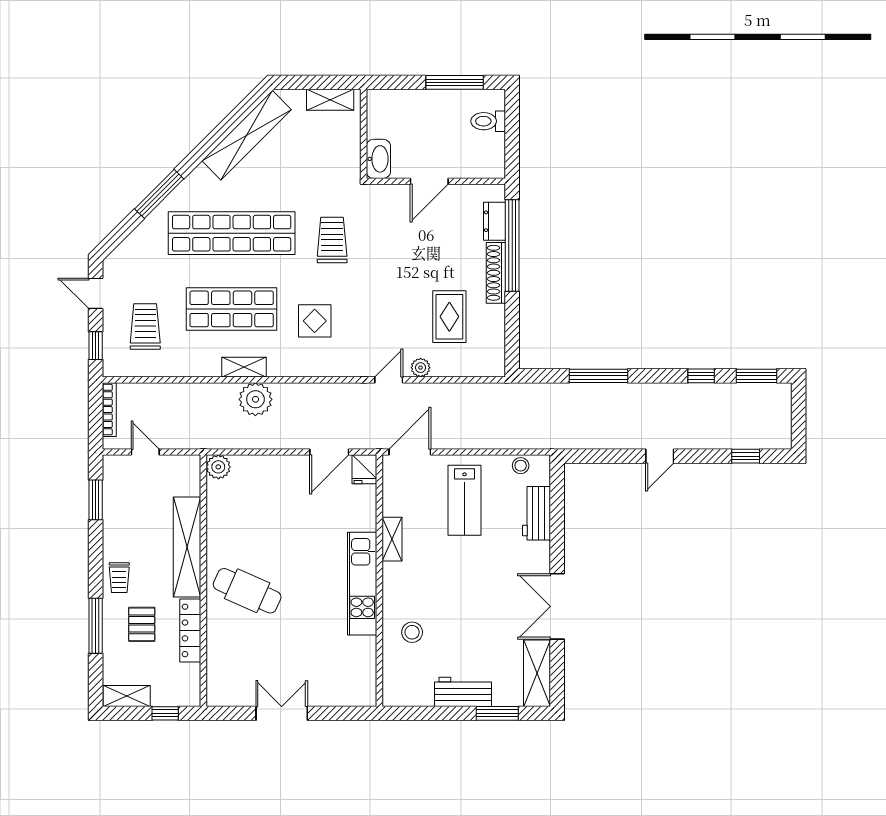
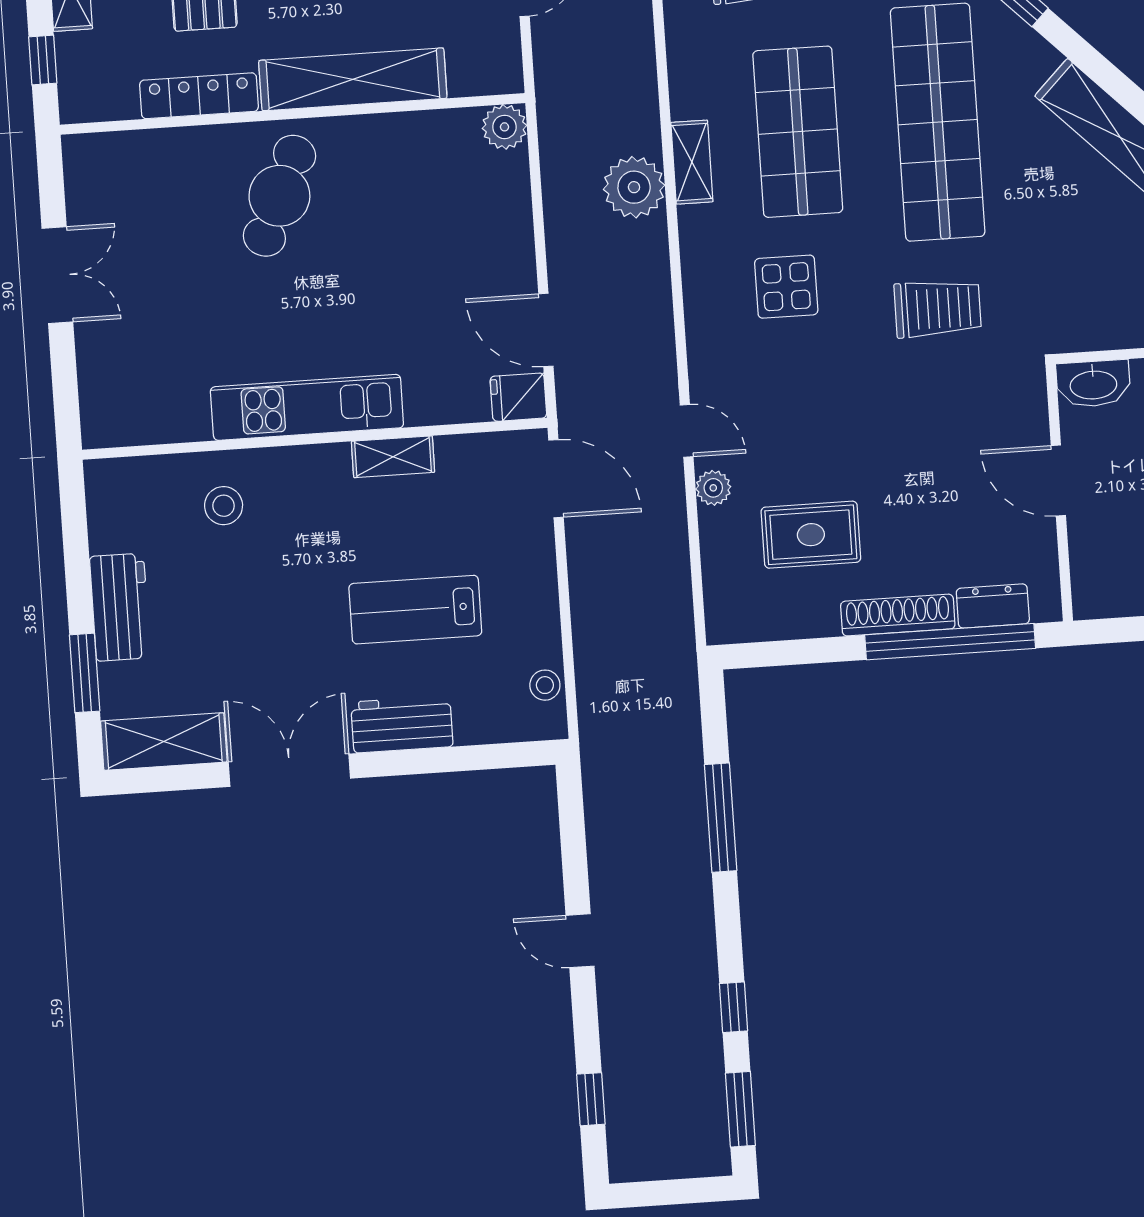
lab bench: (465, 500) -> (415, 610), moved
workbench: (537, 513) -> (402, 724), moved

